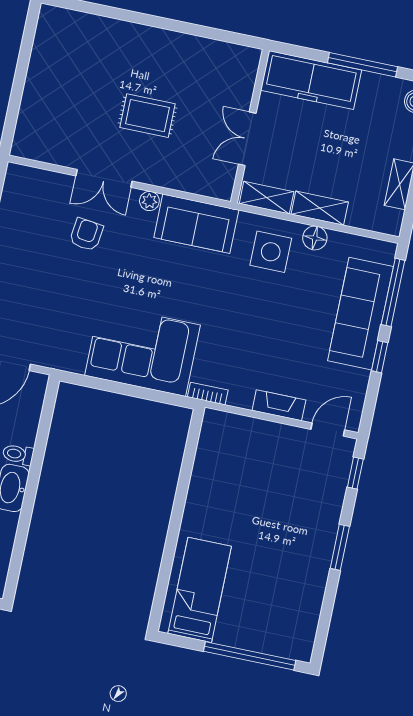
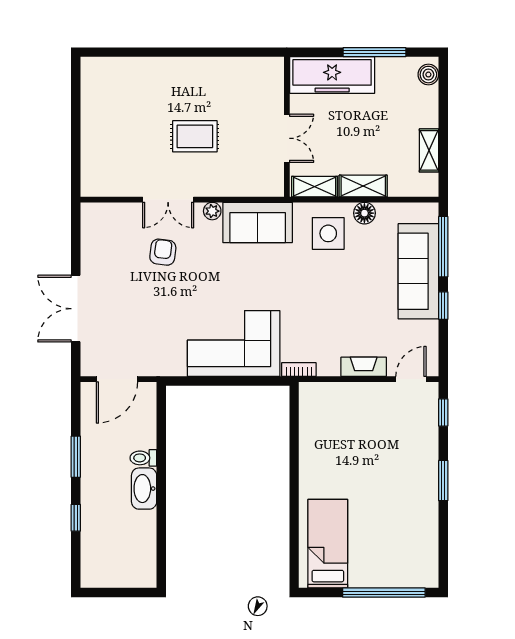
double door: (247, 139) -> (287, 138), swing flipped

